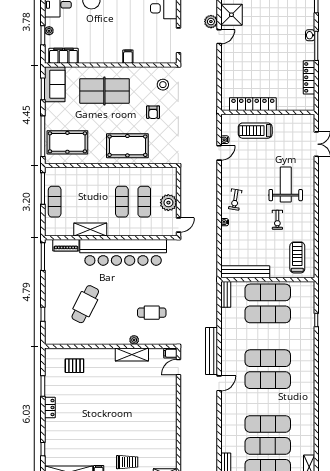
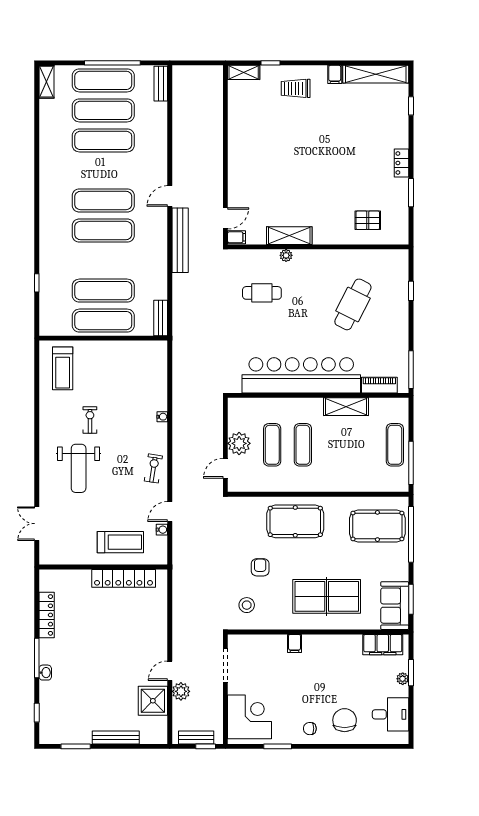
exercise bike: (235, 200) -> (153, 468), moved
door: (178, 225) -> (225, 468), moved
bench: (245, 272) -> (134, 349), removed

